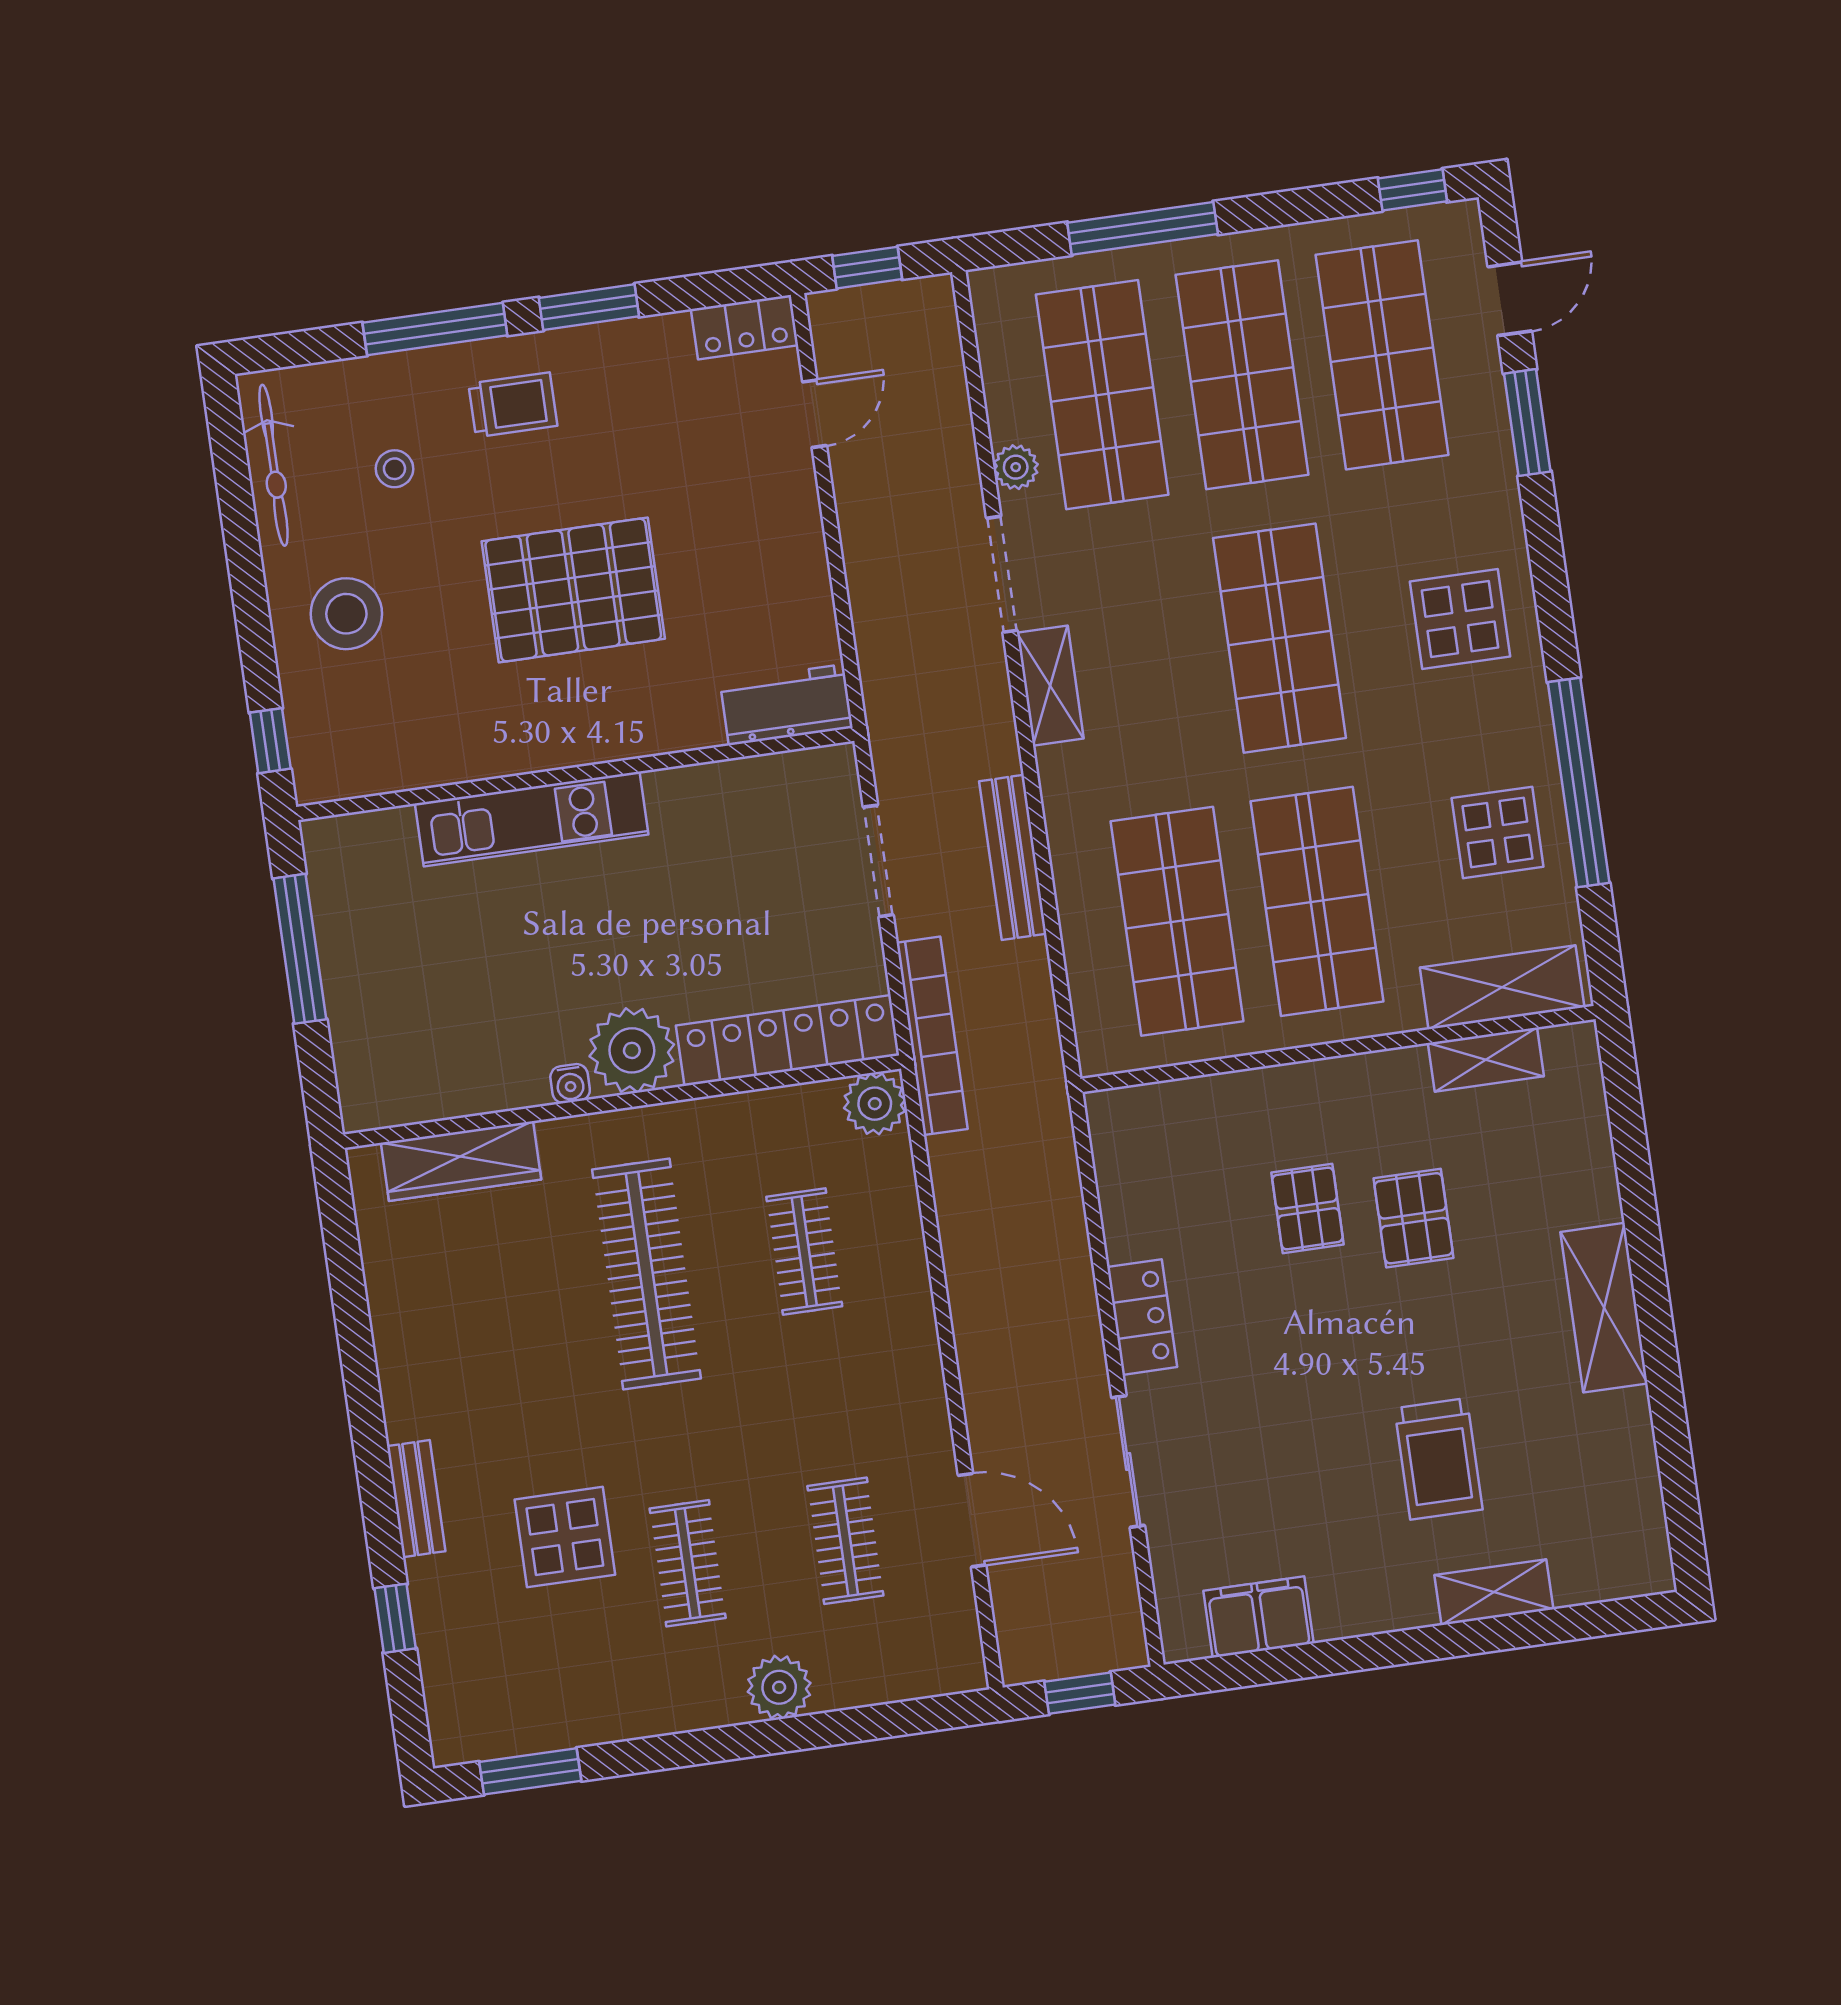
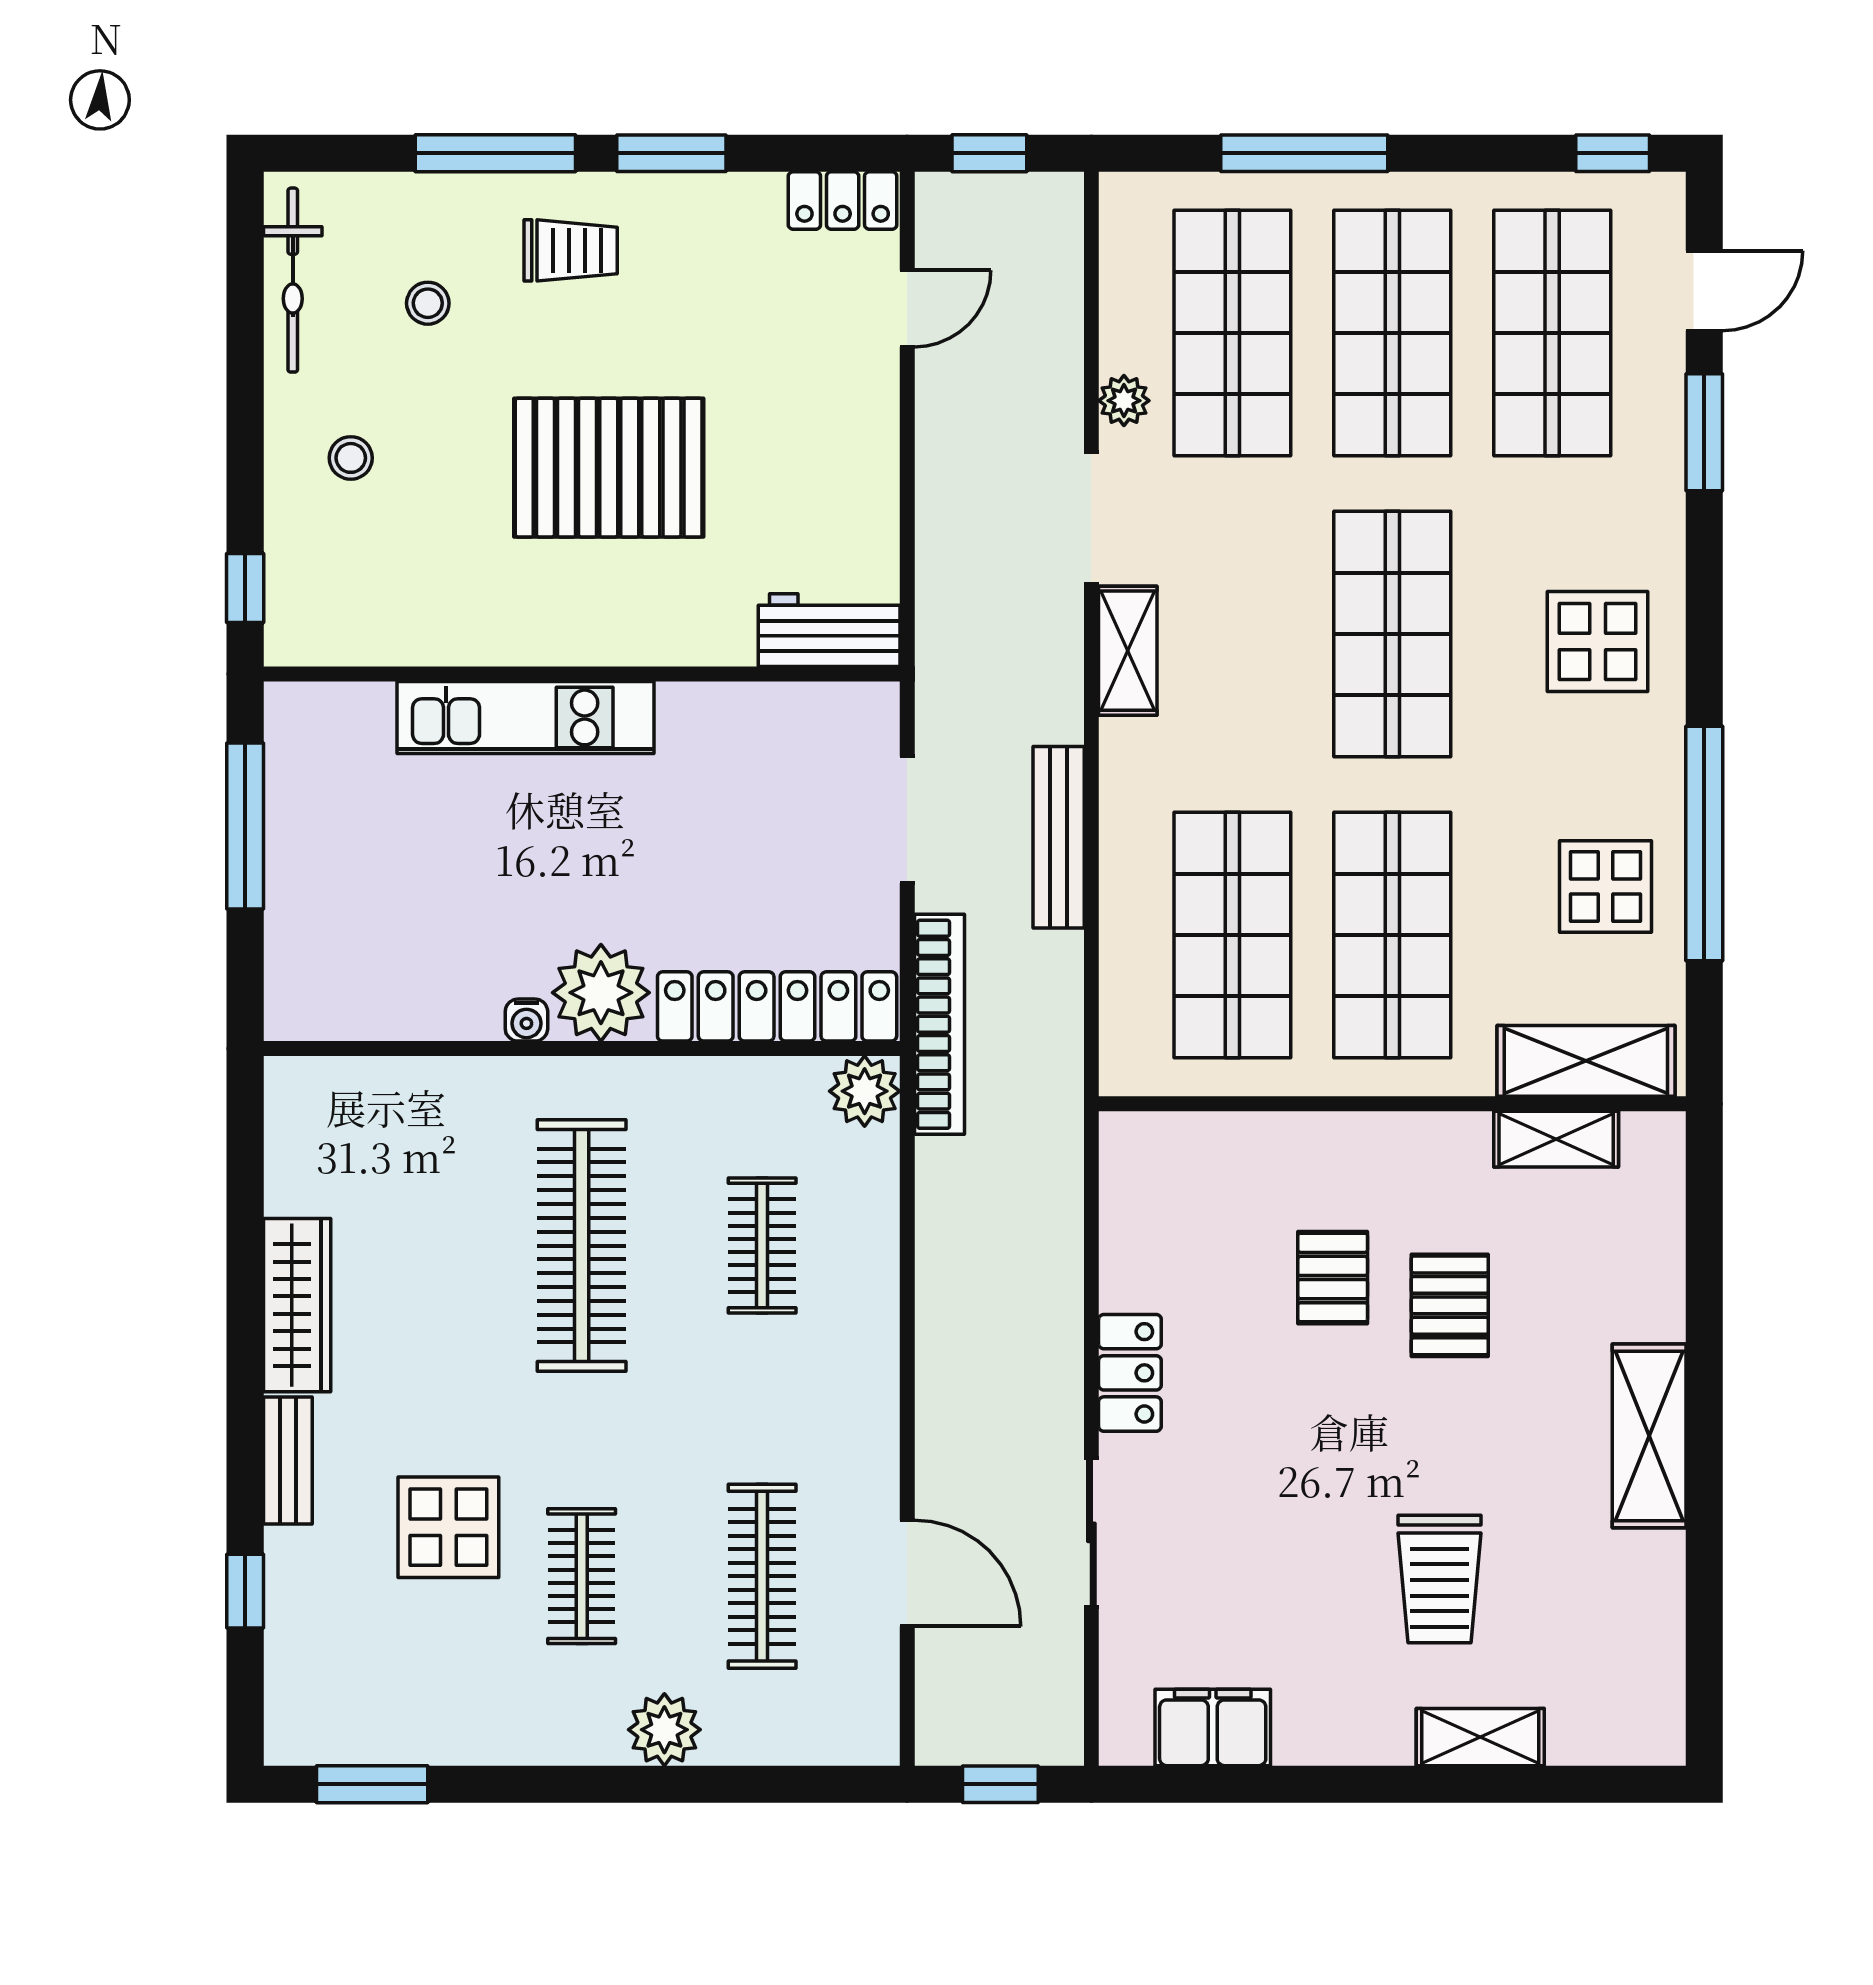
stool: (346, 614) -> (351, 458), width x0.53, depth x0.53
wardrobe: (461, 1161) -> (297, 1305), moved, turned -90
clothes rail: (845, 1541) -> (762, 1576), width x1.36

